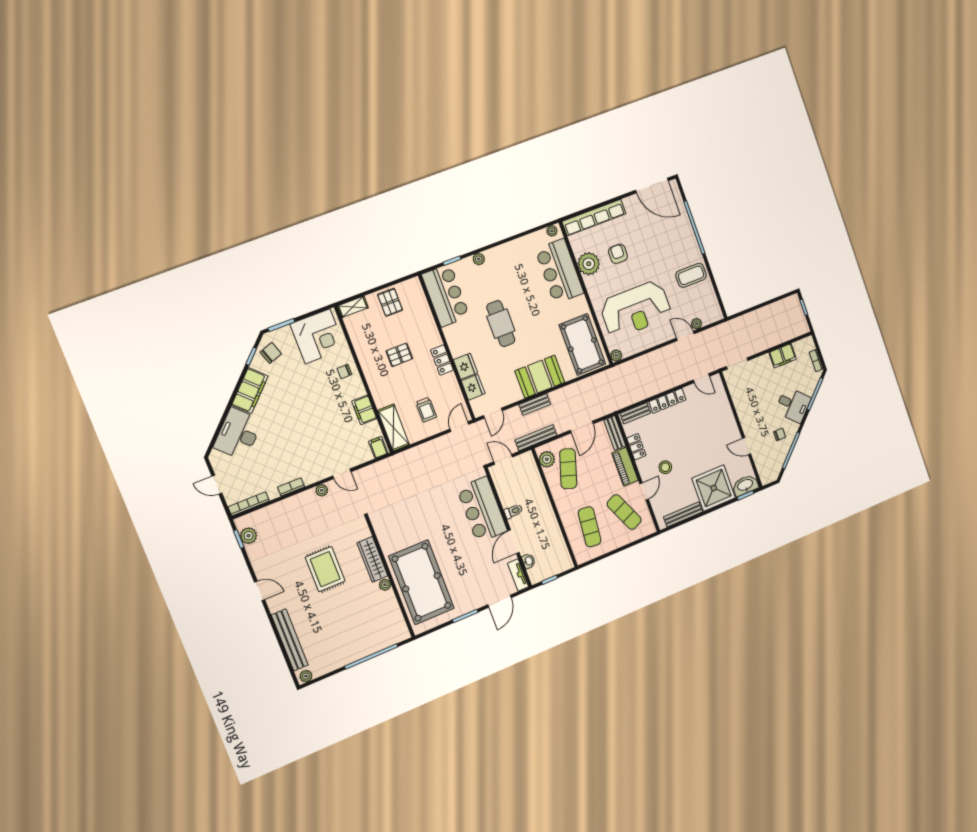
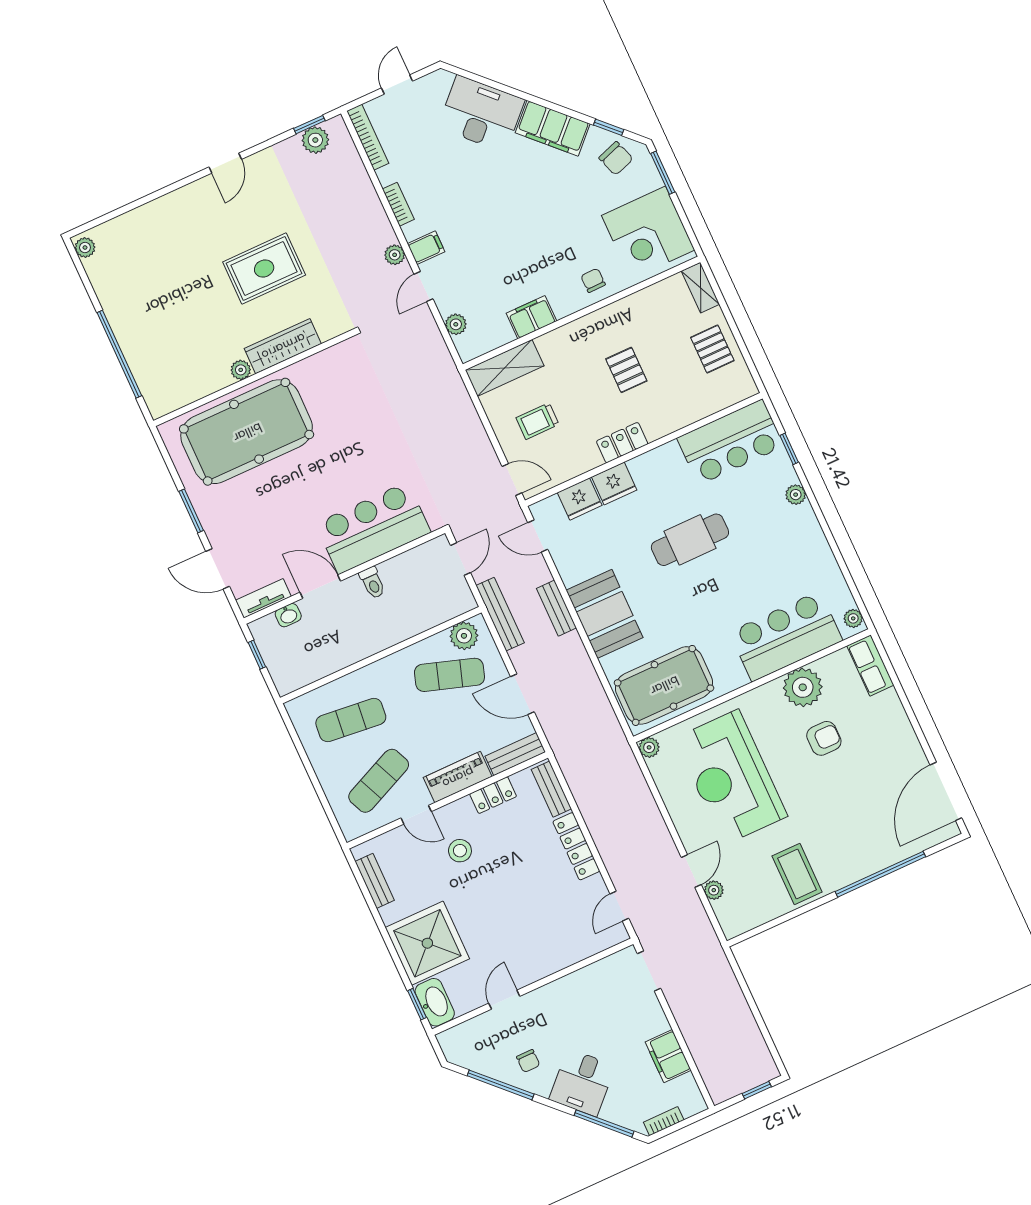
row of seats: (594, 218) -> (870, 665), width x0.50
pallet: (390, 302) -> (712, 349), turned 90
filing cabinet: (378, 447) -> (426, 248), moved
plant: (366, 455) -> (456, 324), added
bench: (683, 514) -> (375, 881), width x0.73
bench: (290, 640) -> (145, 217), removed

